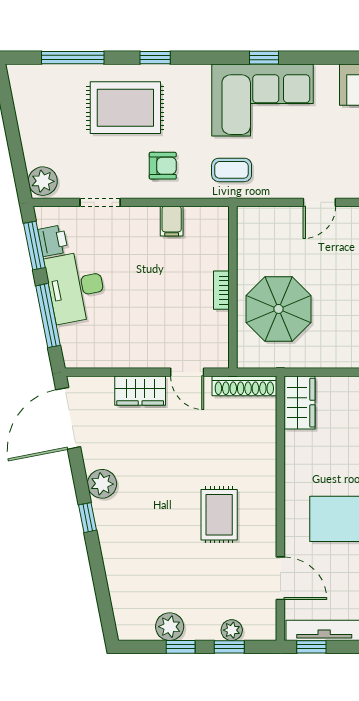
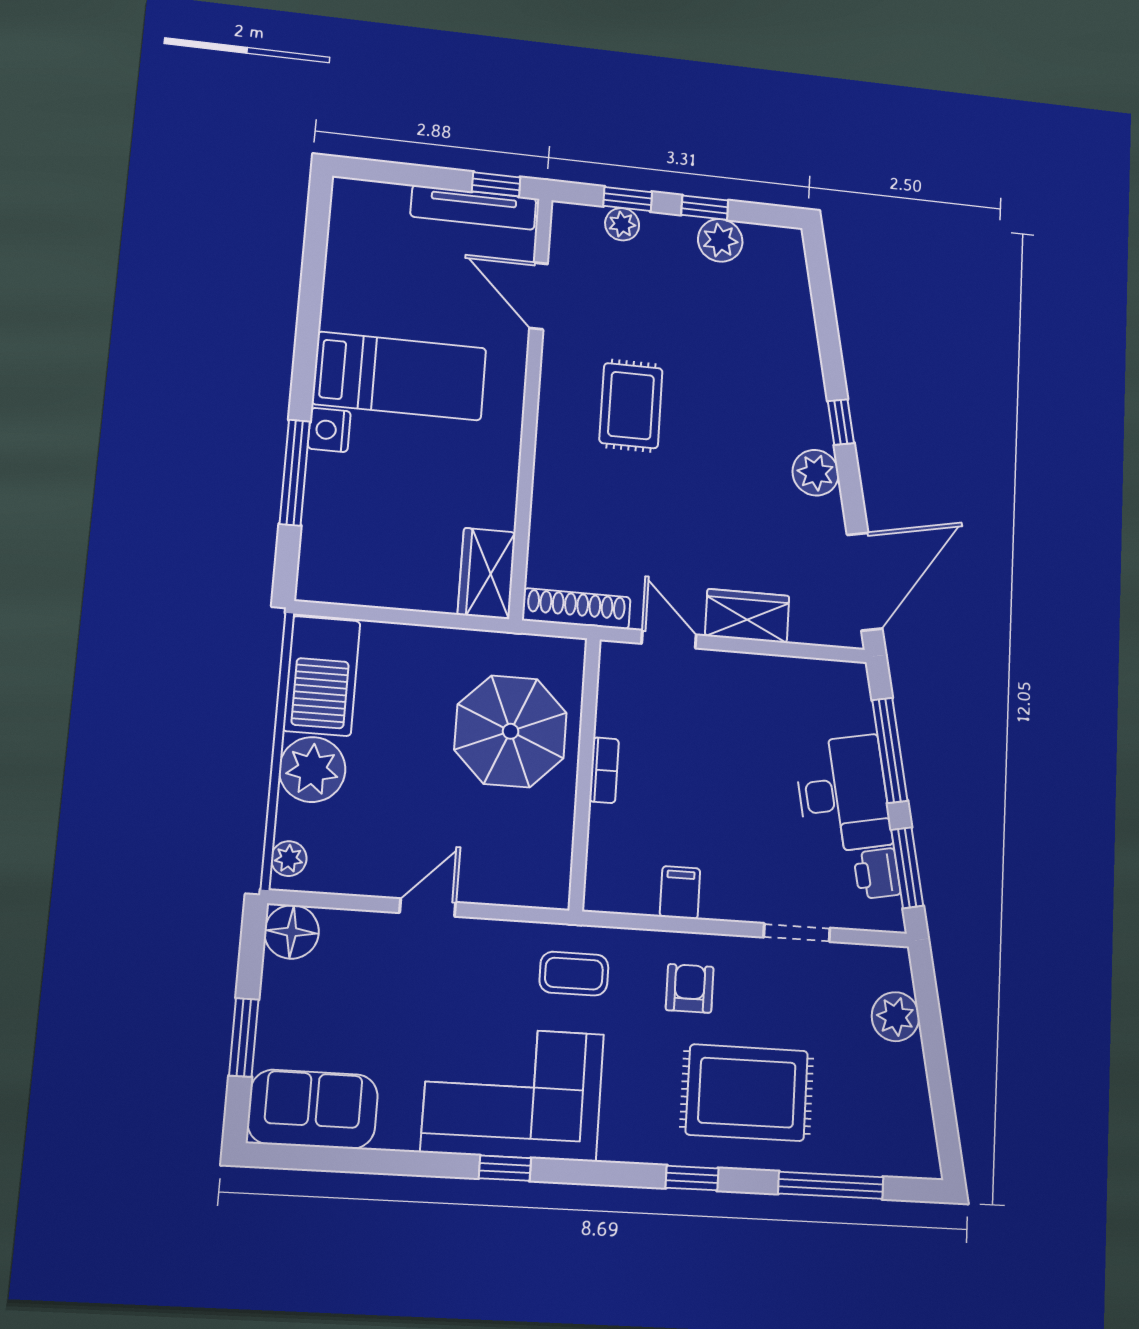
armchair: (163, 166) -> (690, 988), turned 90
plant: (43, 181) -> (895, 1017), moved

